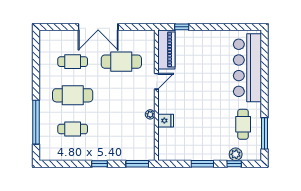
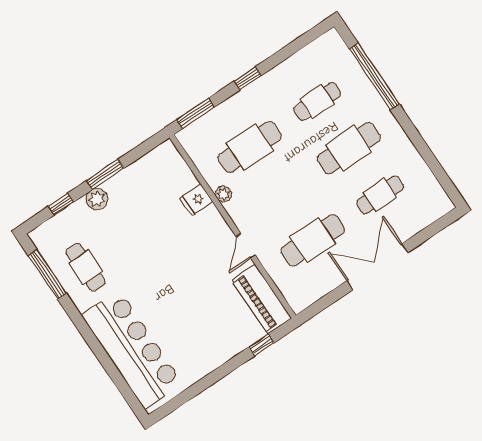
cafe table: (121, 129) -> (250, 147), added
plant: (236, 154) -> (97, 199), moved

